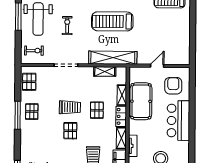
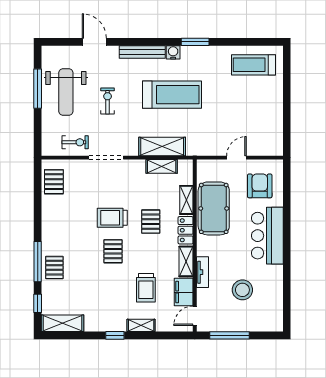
treadmill: (112, 21) -> (172, 95), turned 180
exercise bike: (34, 51) -> (75, 142), moved
shelving: (113, 58) -> (162, 146), width x0.68
trolley: (70, 107) -> (112, 218), turned 180
pallet: (32, 112) -> (54, 268), moved
window: (18, 115) -> (38, 262), moved

